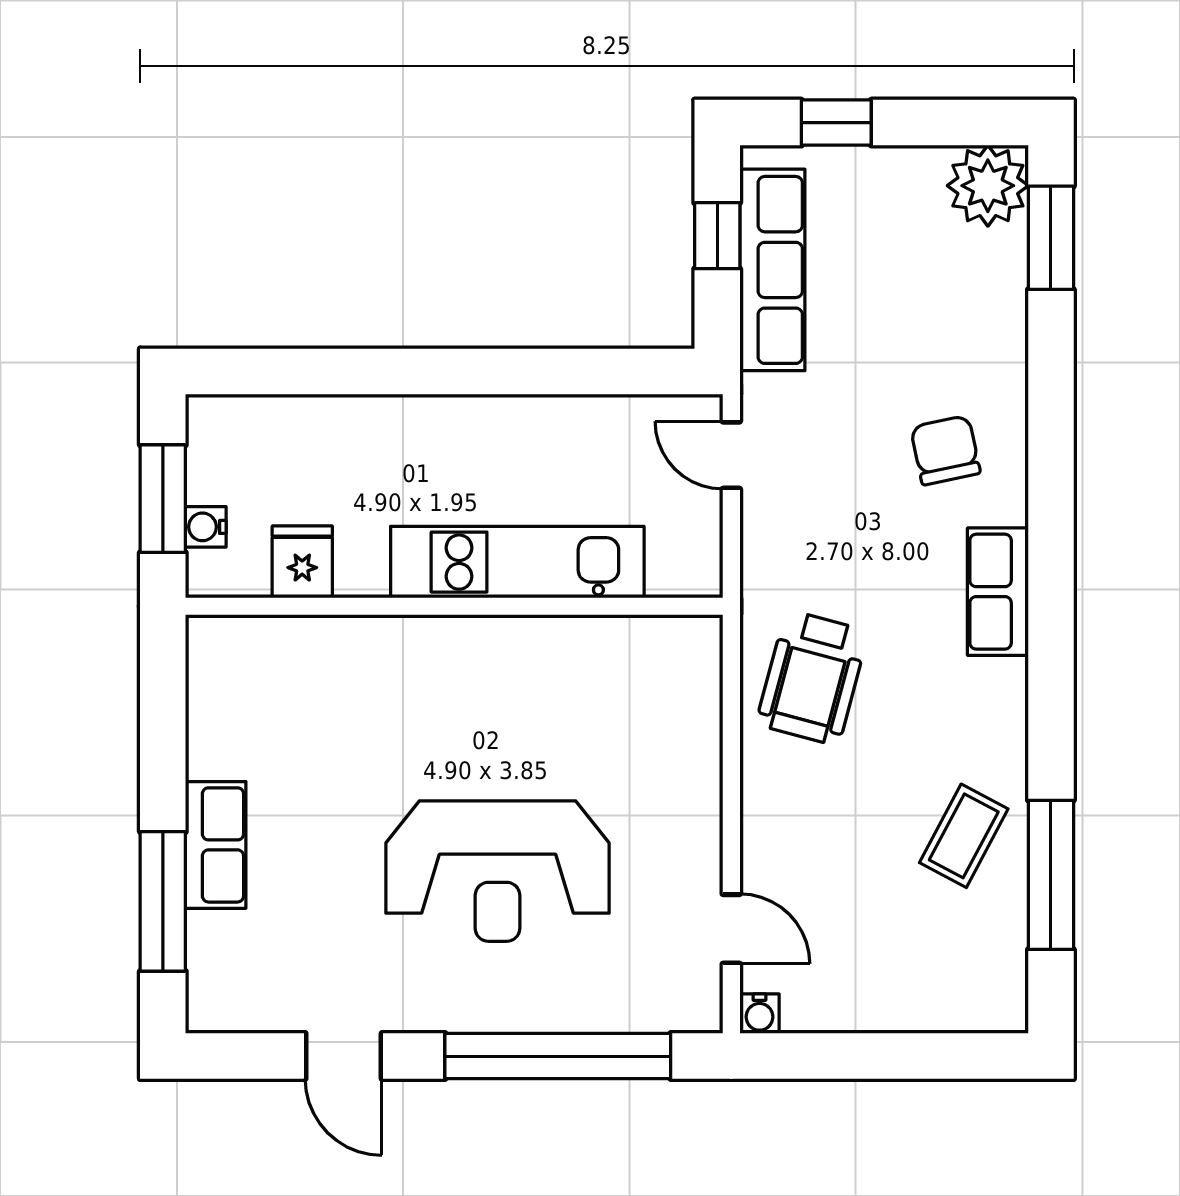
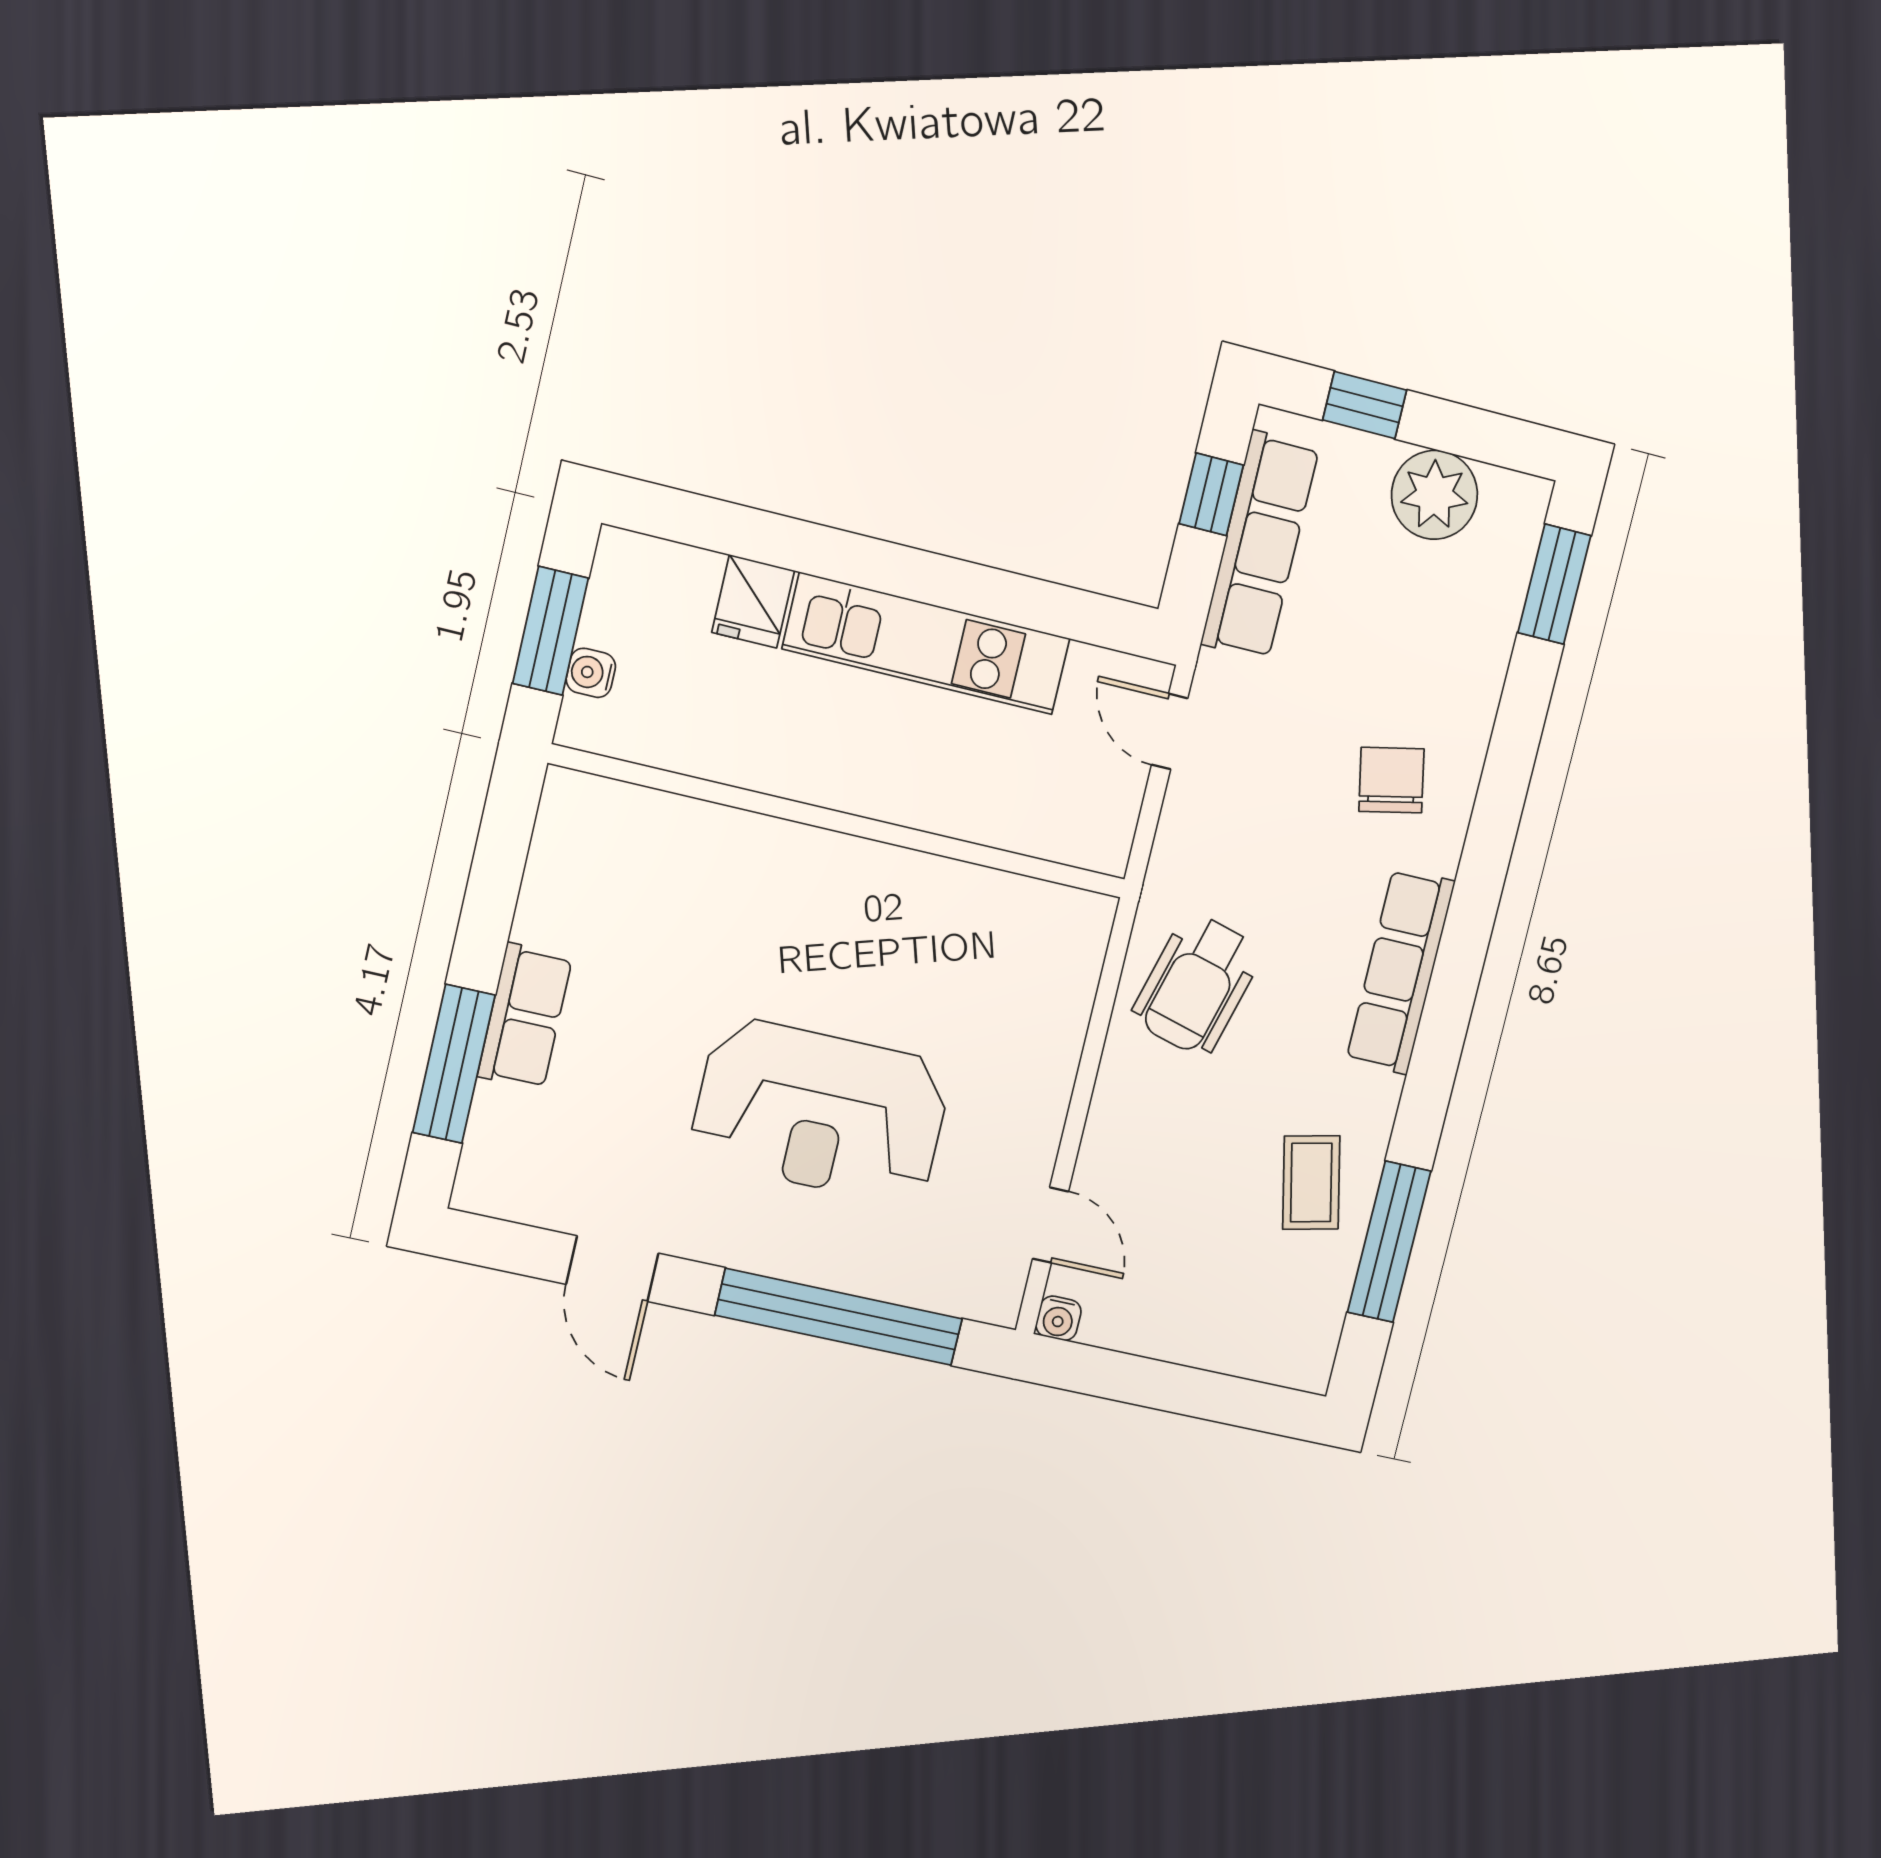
plant: (988, 186) -> (1434, 495), moved
fridge: (302, 562) -> (753, 601), moved, turned 180
kitchen unit: (517, 562) -> (926, 644), moved, turned 180
row of seats: (998, 592) -> (1400, 971), width x1.48
coffee table: (964, 836) -> (1311, 1183), turned -41

